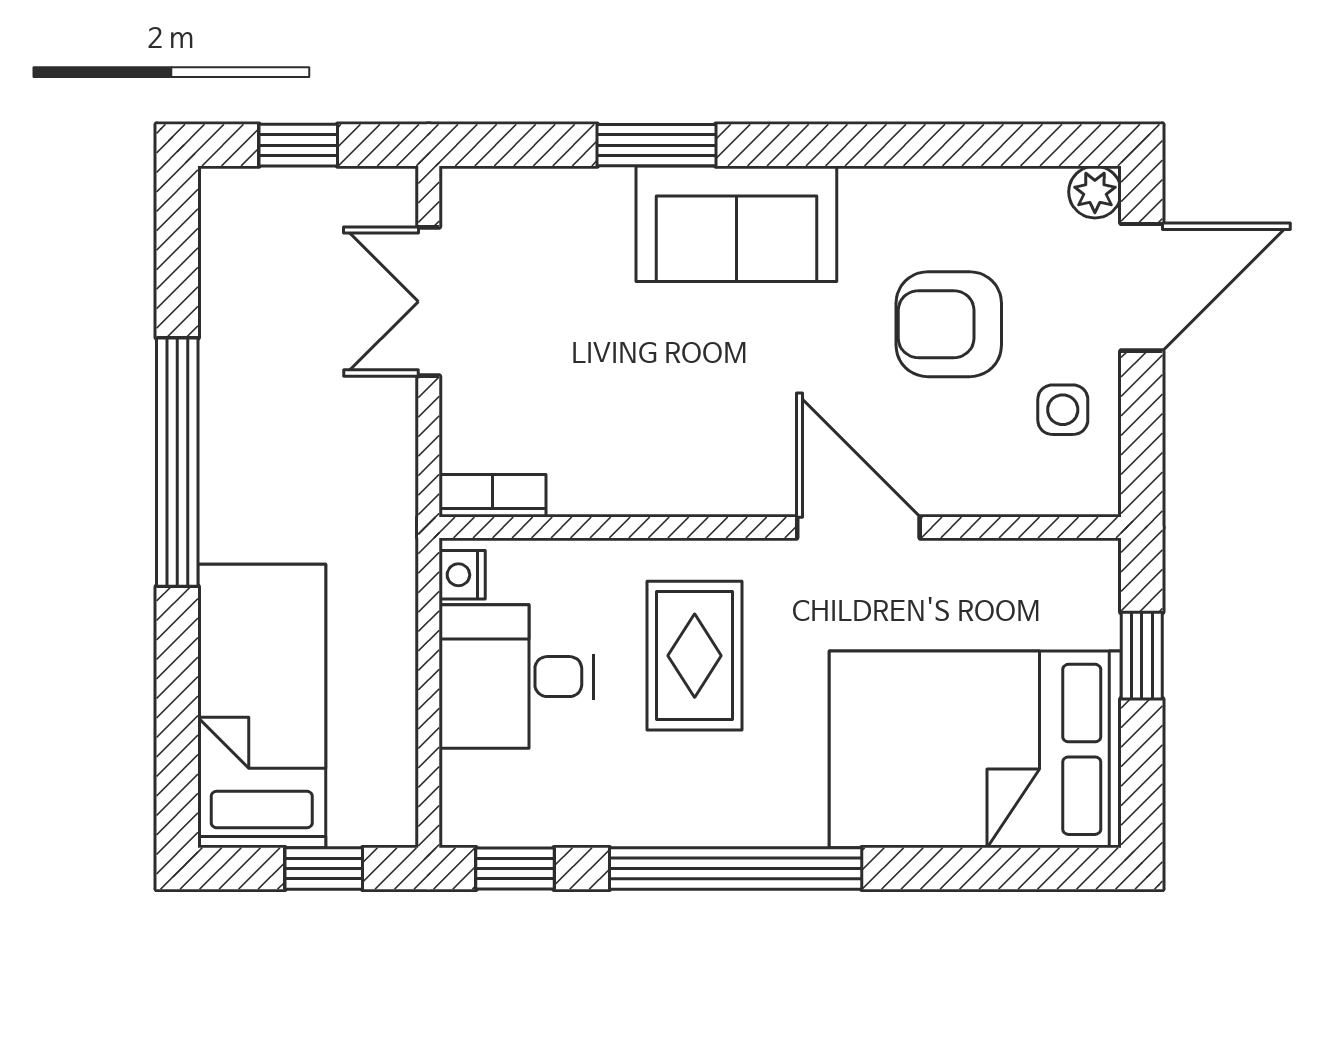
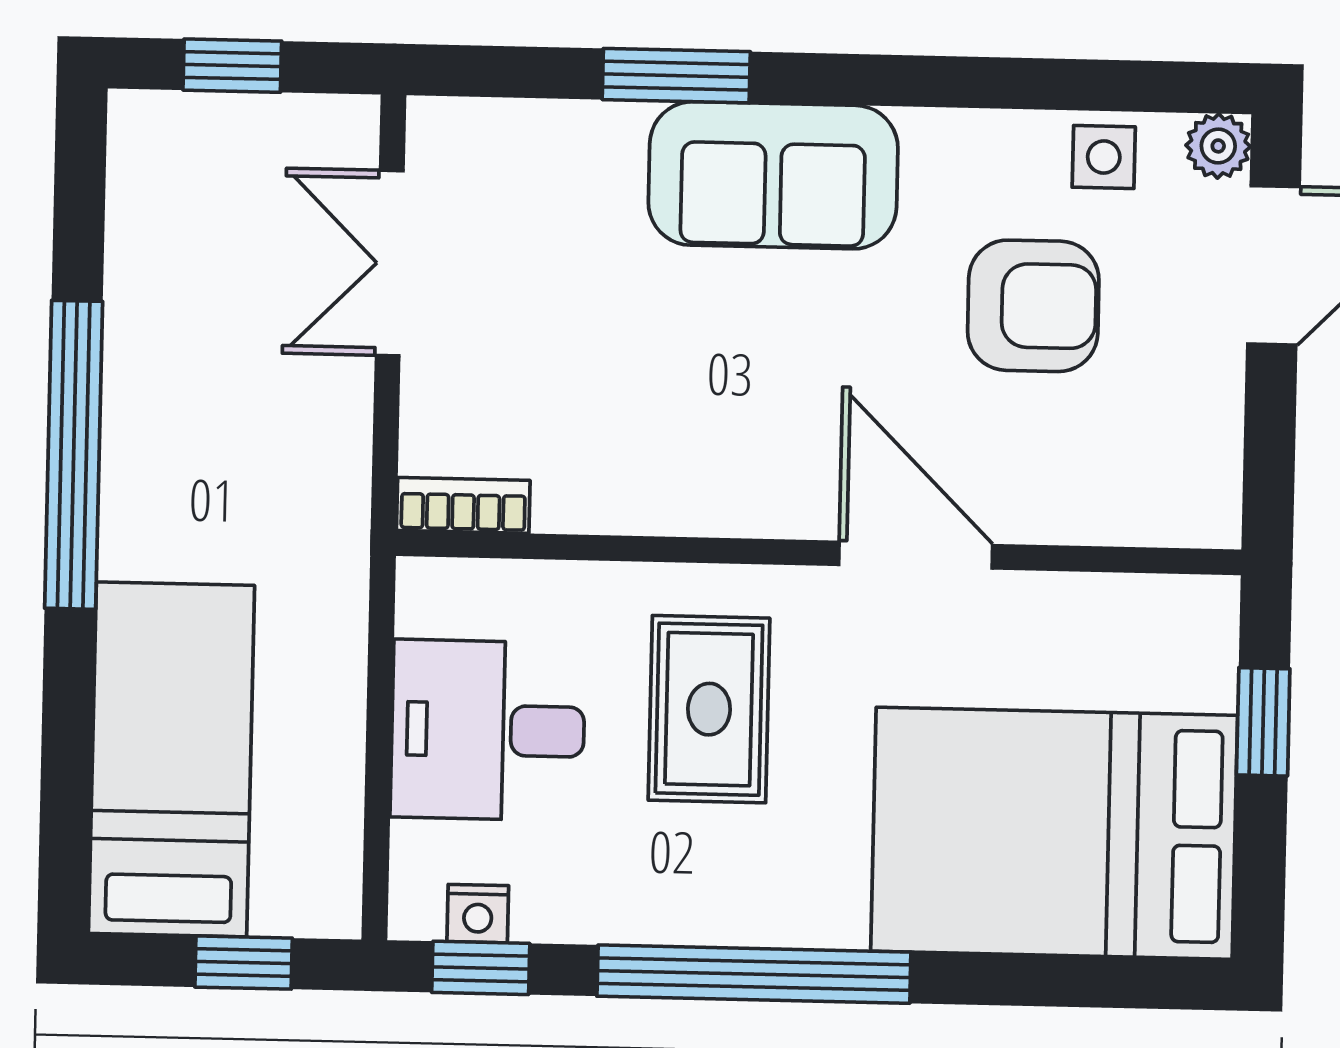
armchair: (949, 324) -> (1033, 306), turned 180
side table: (1063, 410) -> (1104, 157), moved
nightstand: (462, 575) -> (478, 914), moved, turned -90

